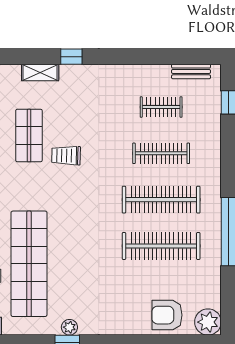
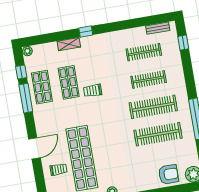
clothes rail: (161, 107) -> (144, 52), width x1.36
armchair: (167, 315) -> (168, 174), turned 180

